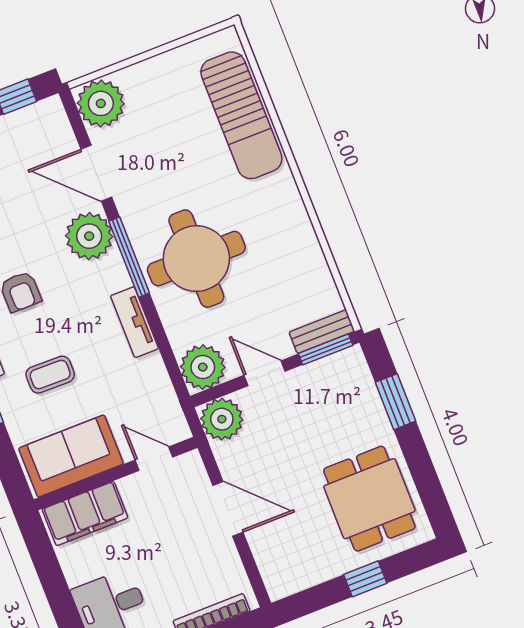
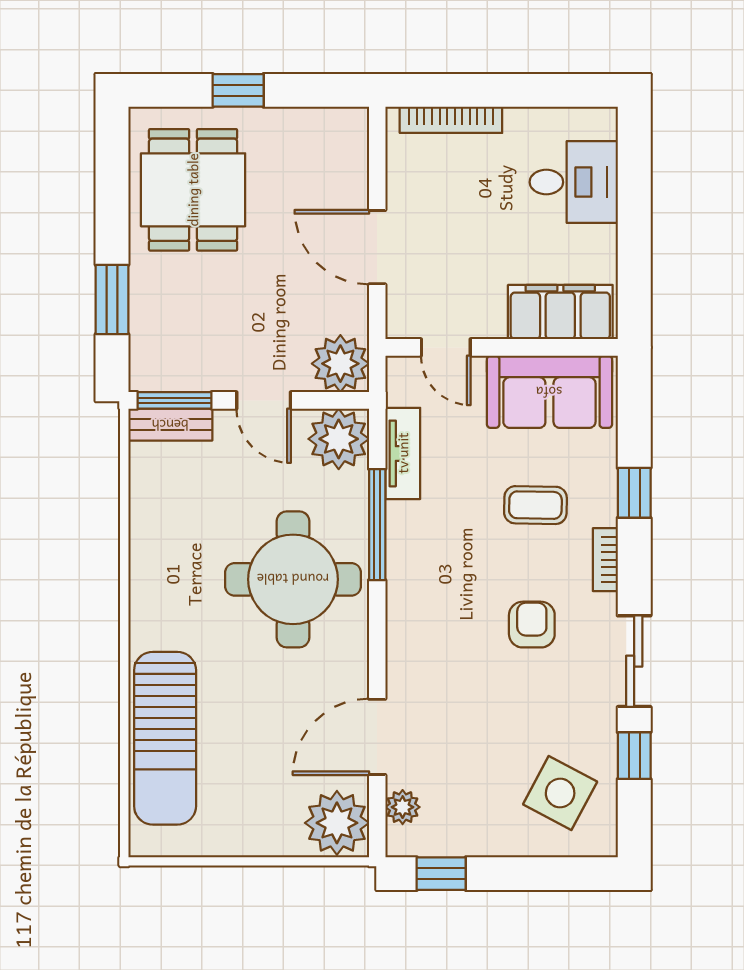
sun lounger: (241, 115) -> (165, 738), turned 180
door: (96, 173) -> (377, 737), swing flipped
plant: (89, 236) -> (403, 807), moved, width x0.53, depth x0.53
window: (129, 257) -> (377, 525), moved
tv unit: (134, 322) -> (403, 453), moved

